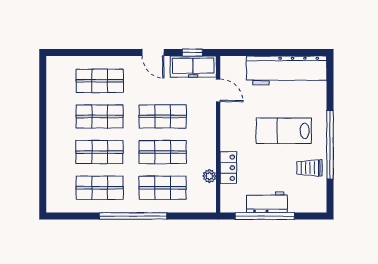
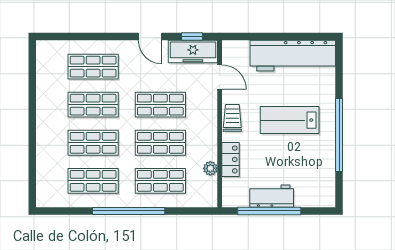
trolley: (309, 168) -> (232, 118), moved, turned 90

